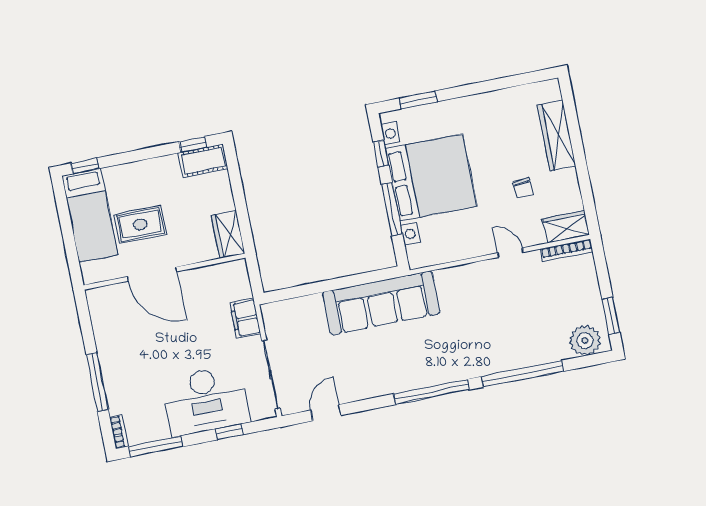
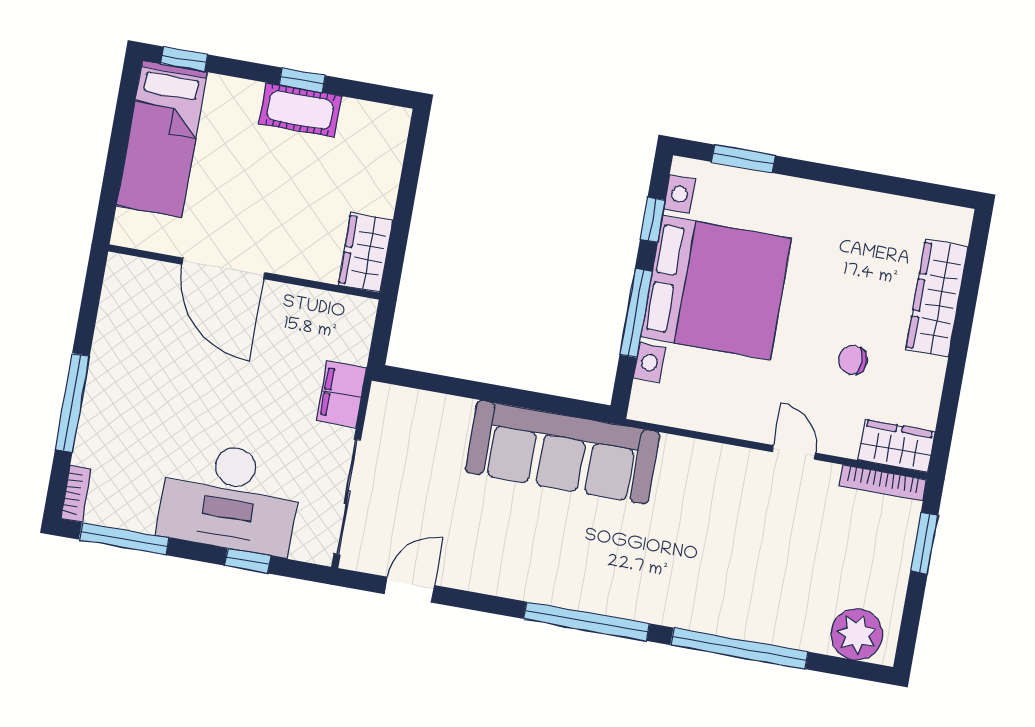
window: (193, 144) -> (302, 80), moved
cot: (203, 161) -> (300, 110), moved
chair: (523, 188) -> (853, 360), turned 95
rug: (140, 224) -> (235, 184), removed
window: (611, 316) -> (924, 543), moved

